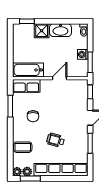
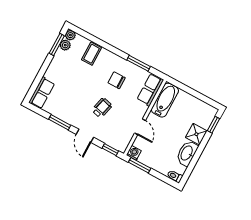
washing machine: (83, 54) -> (134, 153), moved
wheelchair: (55, 140) -> (102, 108), moved
row of seats: (61, 170) -> (42, 93), width x0.50

